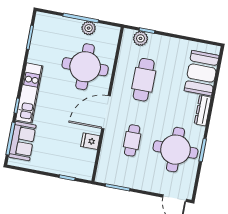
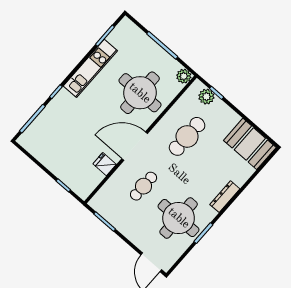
plant: (89, 28) -> (184, 76), moved
booth: (202, 73) -> (250, 144), moved, turned 90
kitchen unit: (29, 93) -> (90, 68), moved
sofa: (22, 141) -> (42, 127), removed

